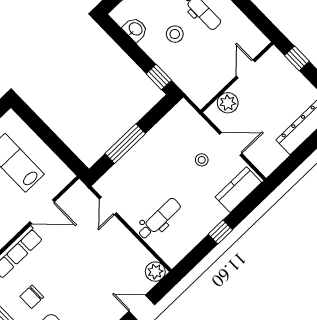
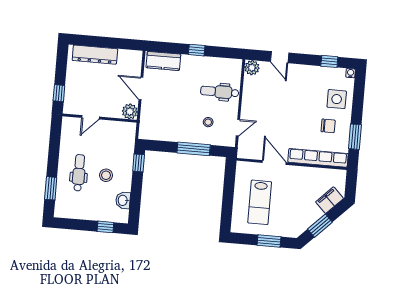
plant: (228, 103) -> (130, 111), moved
stool: (202, 160) -> (208, 122), moved

